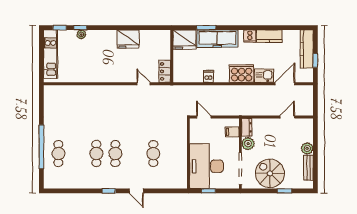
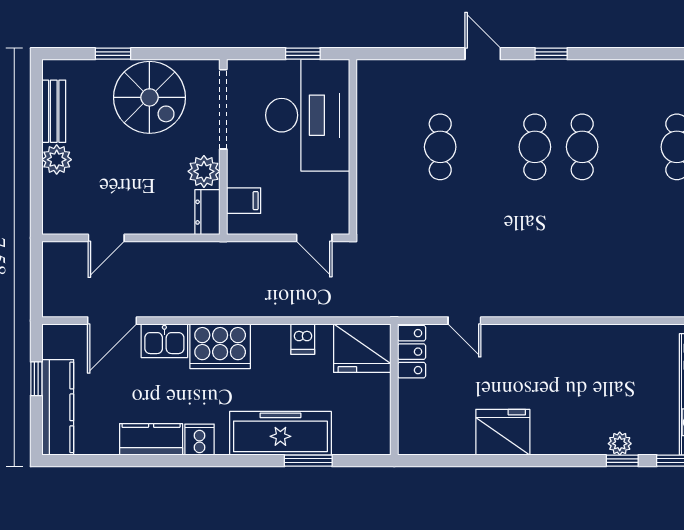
fridge: (185, 40) -> (362, 348), moved, turned 180

